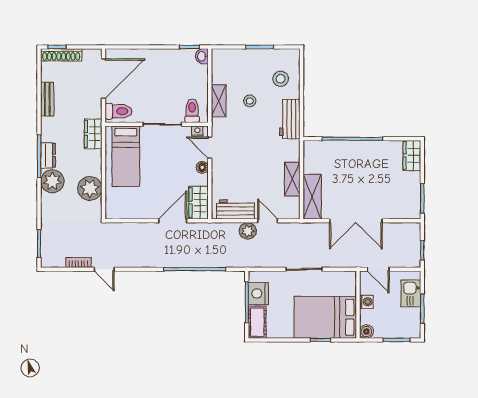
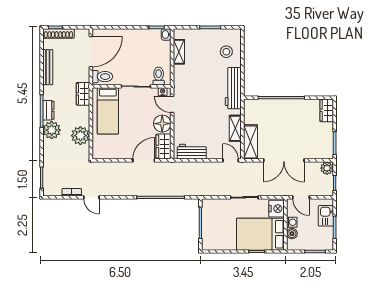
bench: (47, 99) -> (48, 67), width x1.36
shelving: (219, 101) -> (179, 52), moved
stool: (250, 101) -> (203, 69), removed
workbench: (290, 119) -> (233, 88), width x1.37
floor lamp: (202, 167) -> (162, 124), width x1.89, depth x1.89
door: (268, 221) -> (231, 160), moved
plant: (248, 231) -> (327, 168), moved
nightstand: (258, 294) -> (277, 209), moved, turned 180
cot: (257, 322) -> (208, 238), removed
boiler: (366, 331) -> (292, 234), moved

